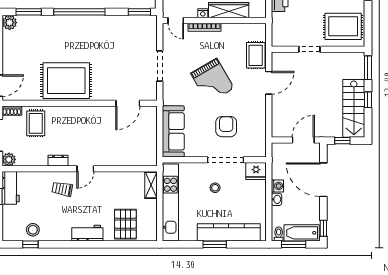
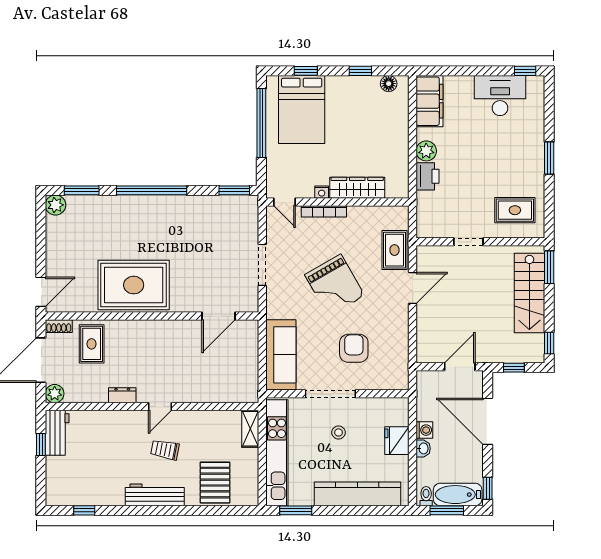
rug: (343, 26) -> (515, 210), width x0.73, depth x0.70
window: (368, 100) -> (549, 343), moved
stairs: (354, 108) -> (529, 293), moved
doorway: (225, 160) -> (330, 394), moved
fridge: (256, 171) -> (397, 441), moved, turned 90
trolley: (62, 189) -> (165, 450), moved
stool: (33, 230) -> (88, 490), removed
workbench: (87, 233) -> (155, 495), width x1.38
window: (215, 244) -> (296, 510), moved

